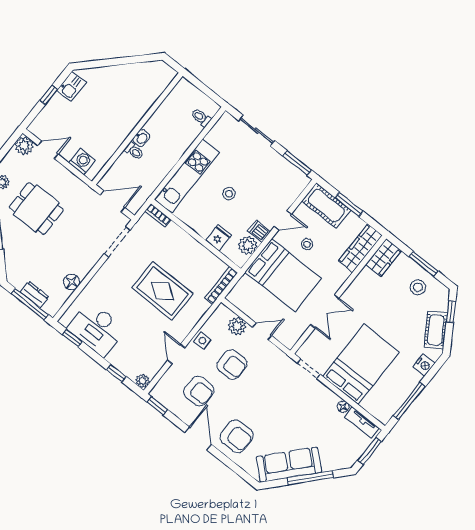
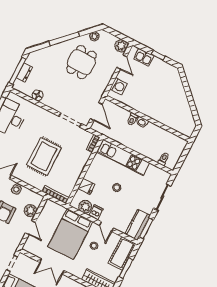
kitchen sink: (71, 86) -> (144, 57), moved
kitchen counter: (289, 174) -> (138, 225), added

